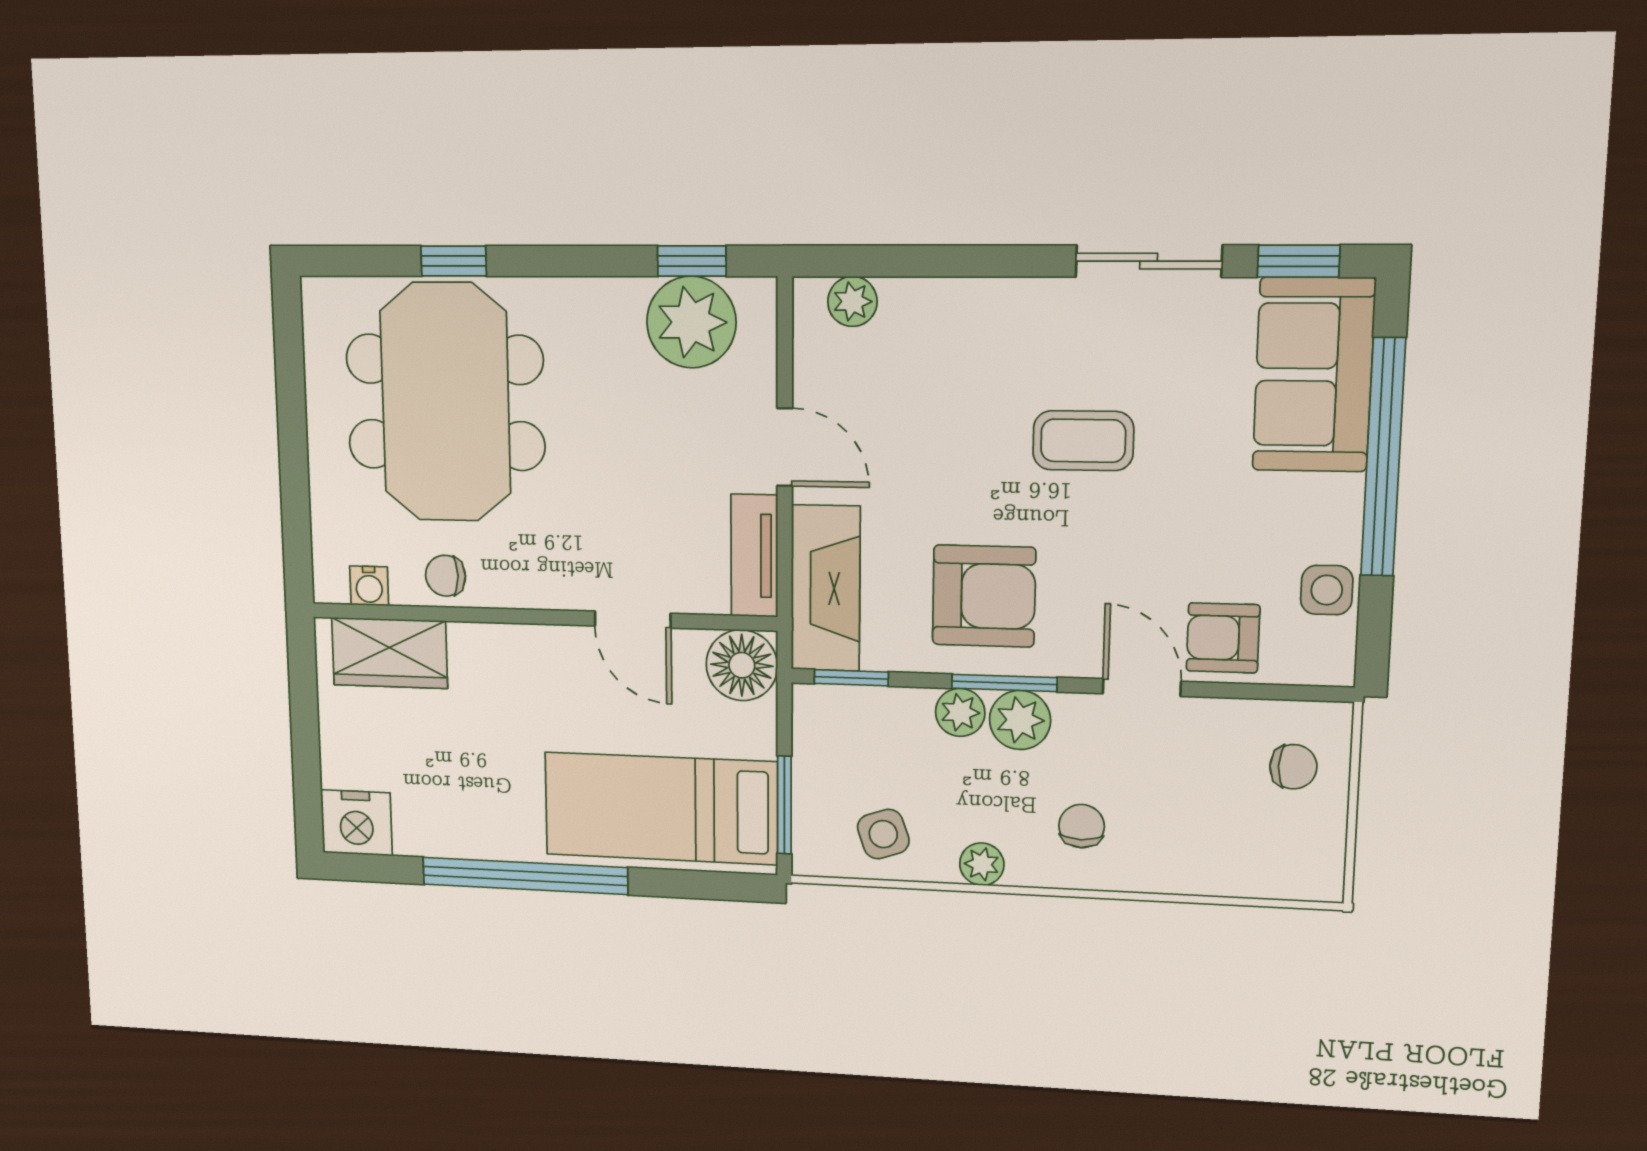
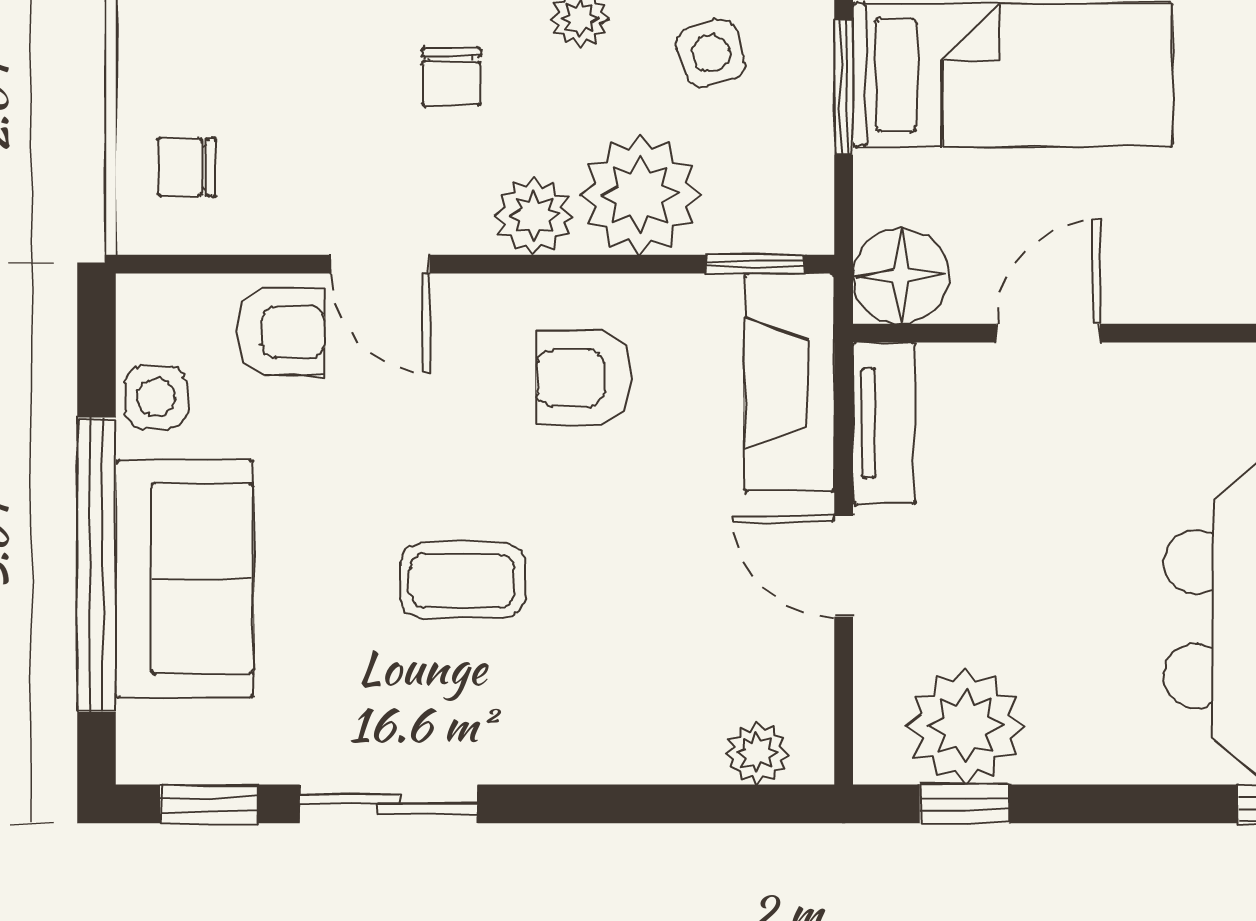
sofa: (1314, 375) -> (184, 579), moved
armchair: (984, 596) -> (584, 378), width x0.72, depth x0.72
door: (633, 620) -> (1048, 333), hinge flipped
window: (1004, 683) -> (555, 264), removed
plant: (960, 712) -> (640, 195), width x1.88, depth x1.88

